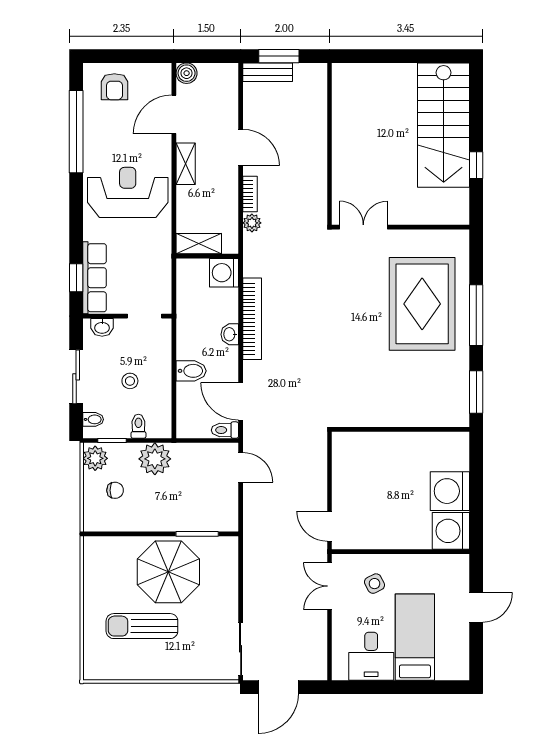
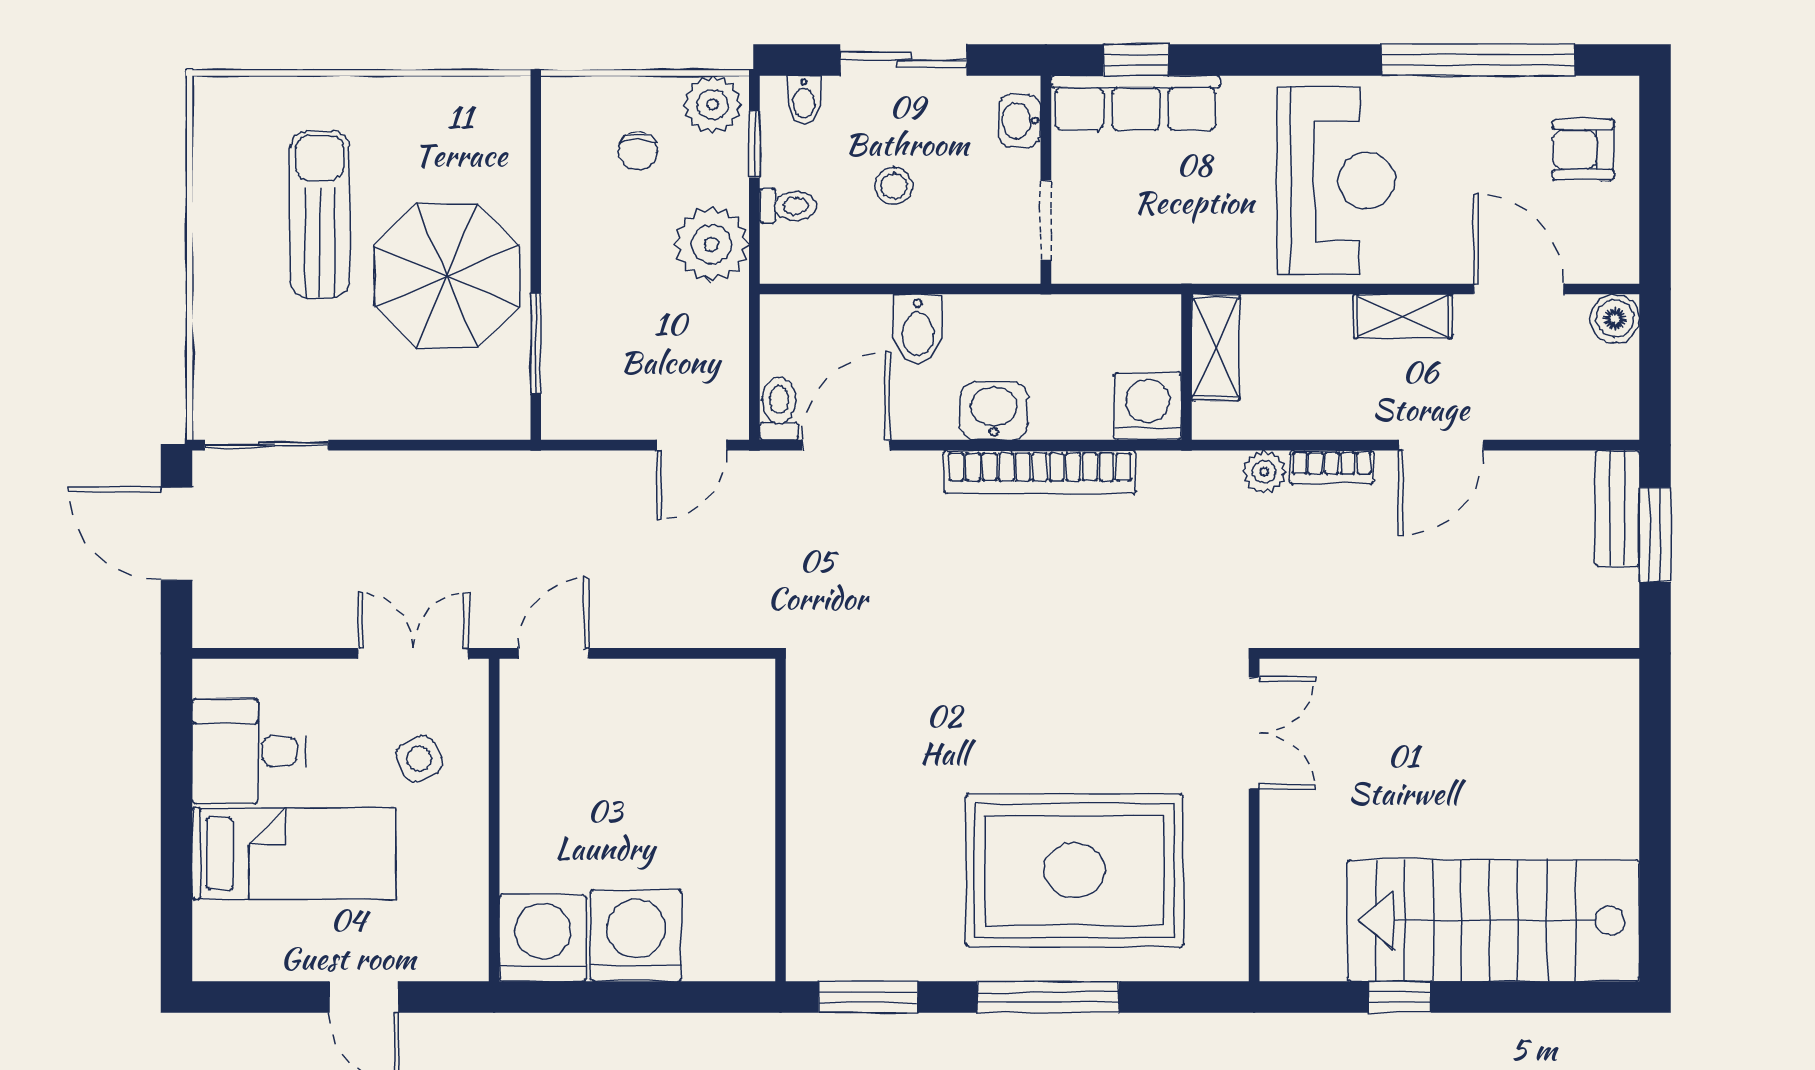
washbasin: (230, 334) -> (994, 411), width x1.38, depth x1.45

